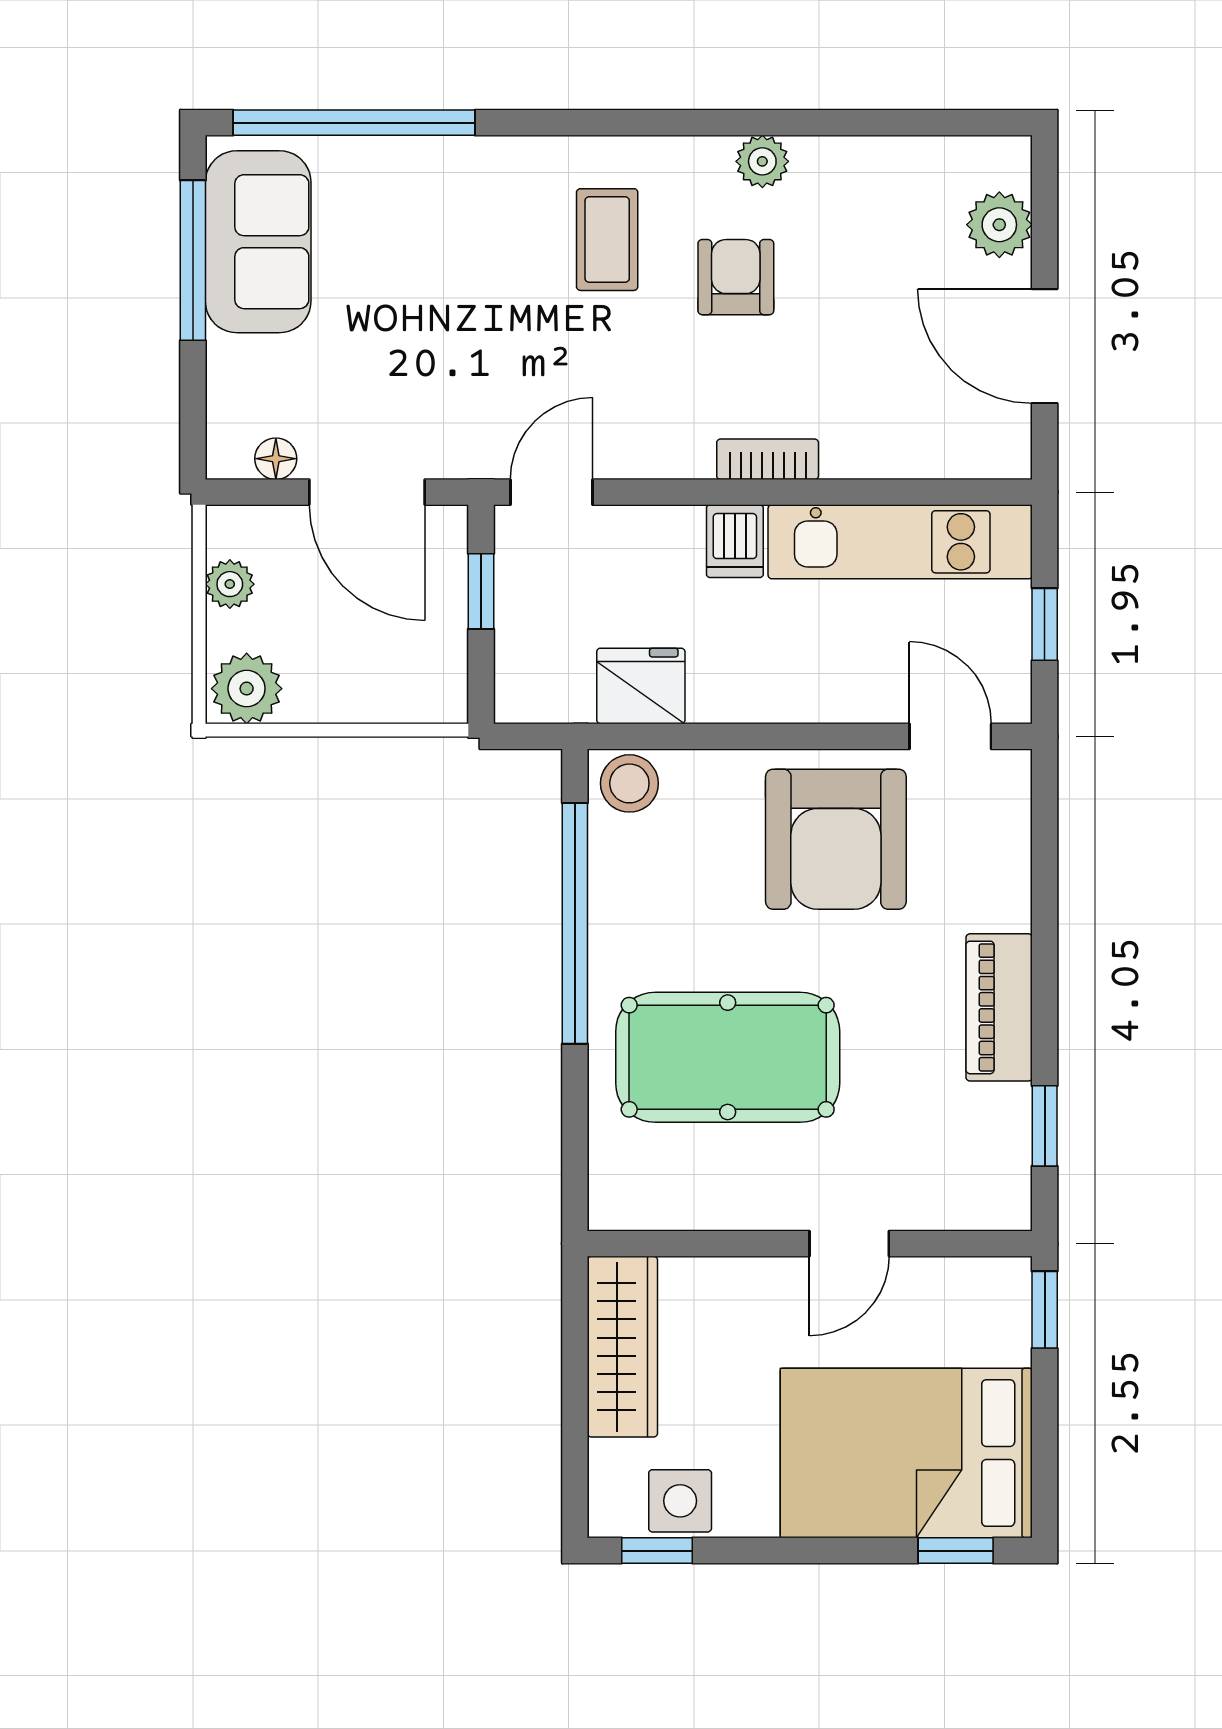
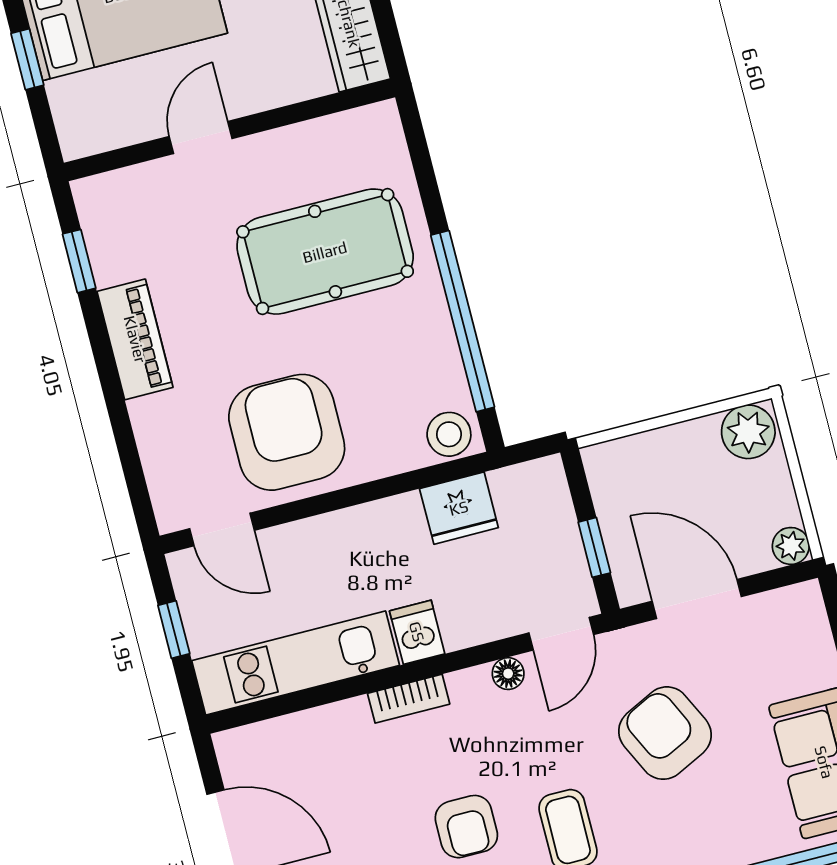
armchair: (452, 331) -> (665, 733), added
floor lamp: (276, 459) -> (508, 674), moved
plant: (230, 584) -> (791, 546), moved
window: (1045, 1310) -> (27, 59), moved

